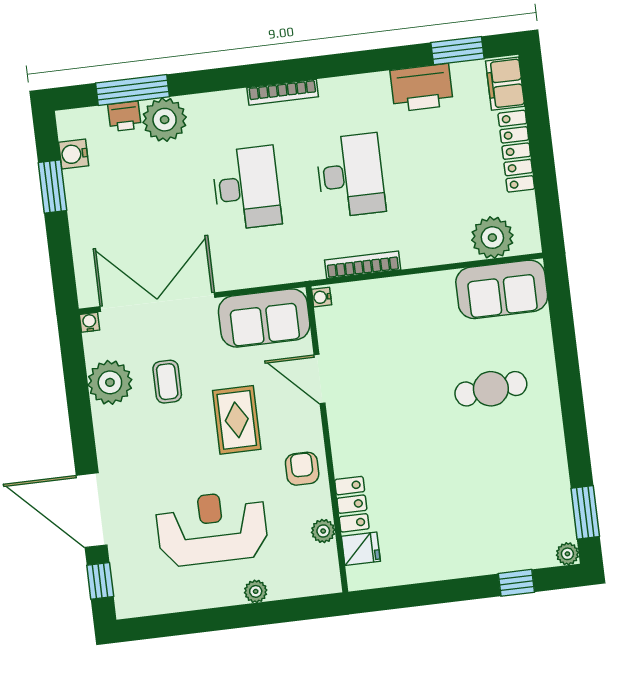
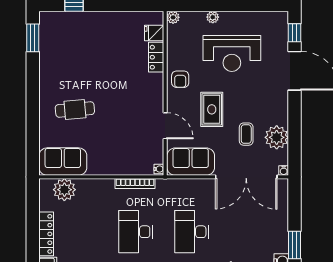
plant: (323, 531) -> (173, 17), moved
plant: (567, 554) -> (45, 17), removed

